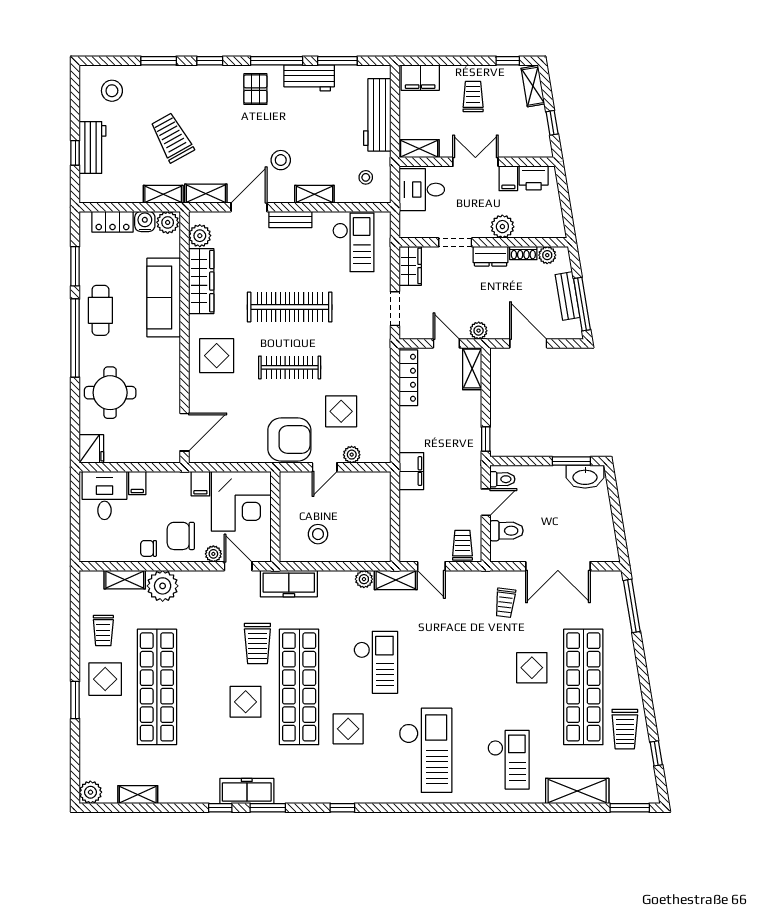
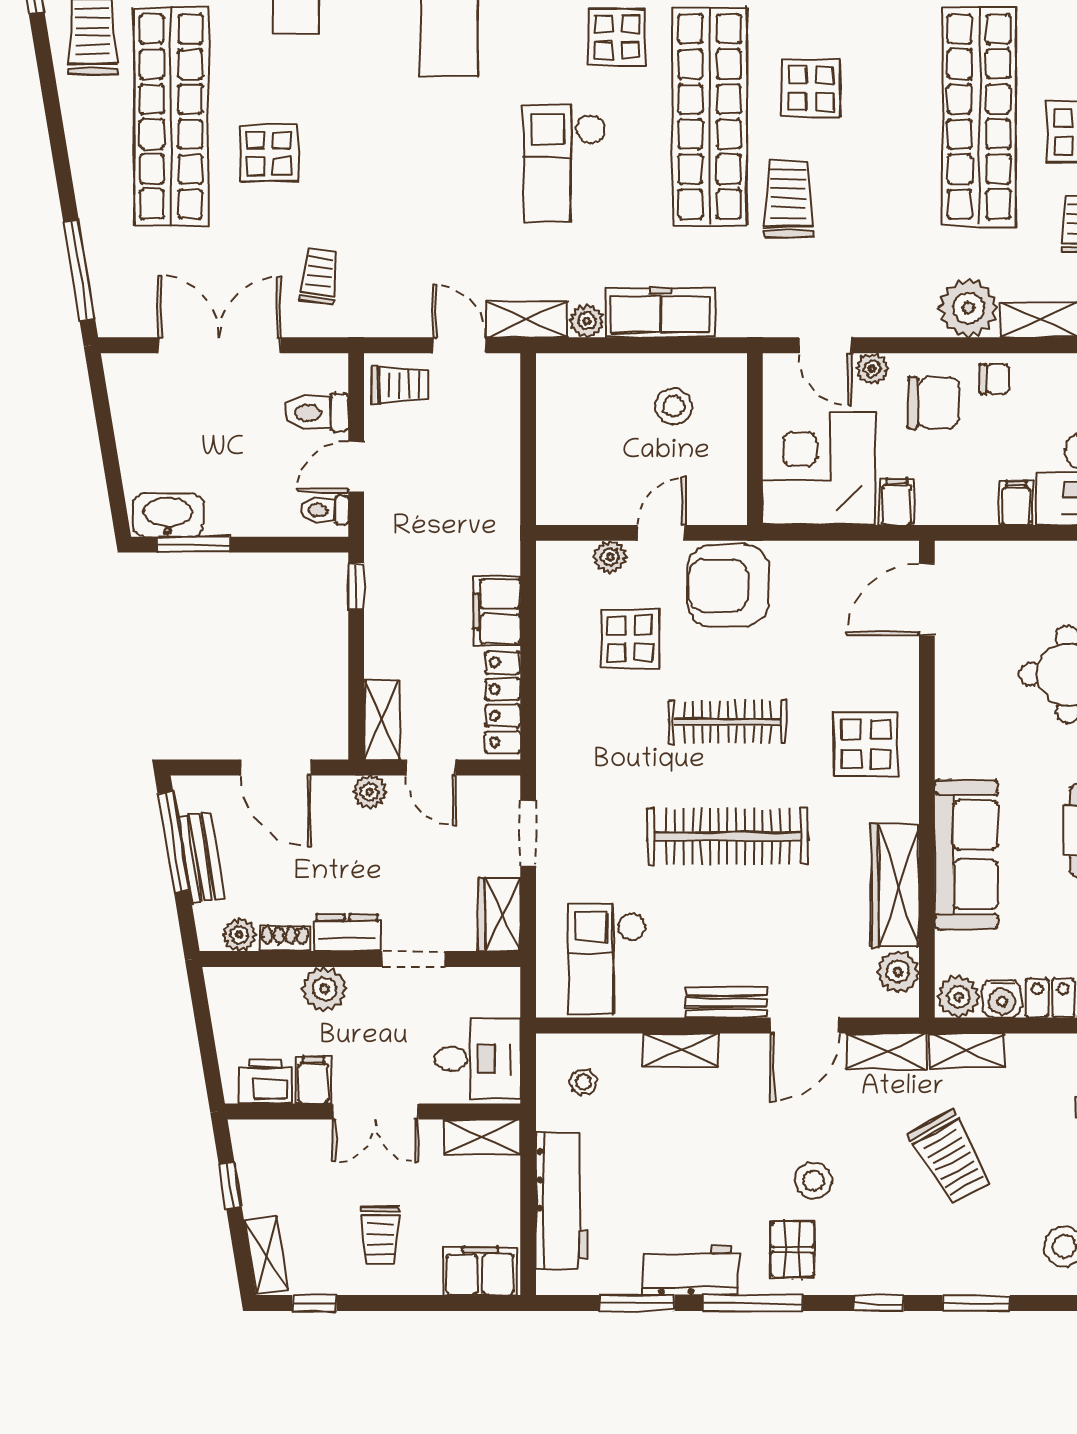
stool: (281, 160) -> (814, 1181), moved
filing cabinet: (411, 471) -> (497, 611), moved
trolley: (462, 545) -> (400, 385), turned -90
freezer: (289, 584) -> (660, 312), moved

